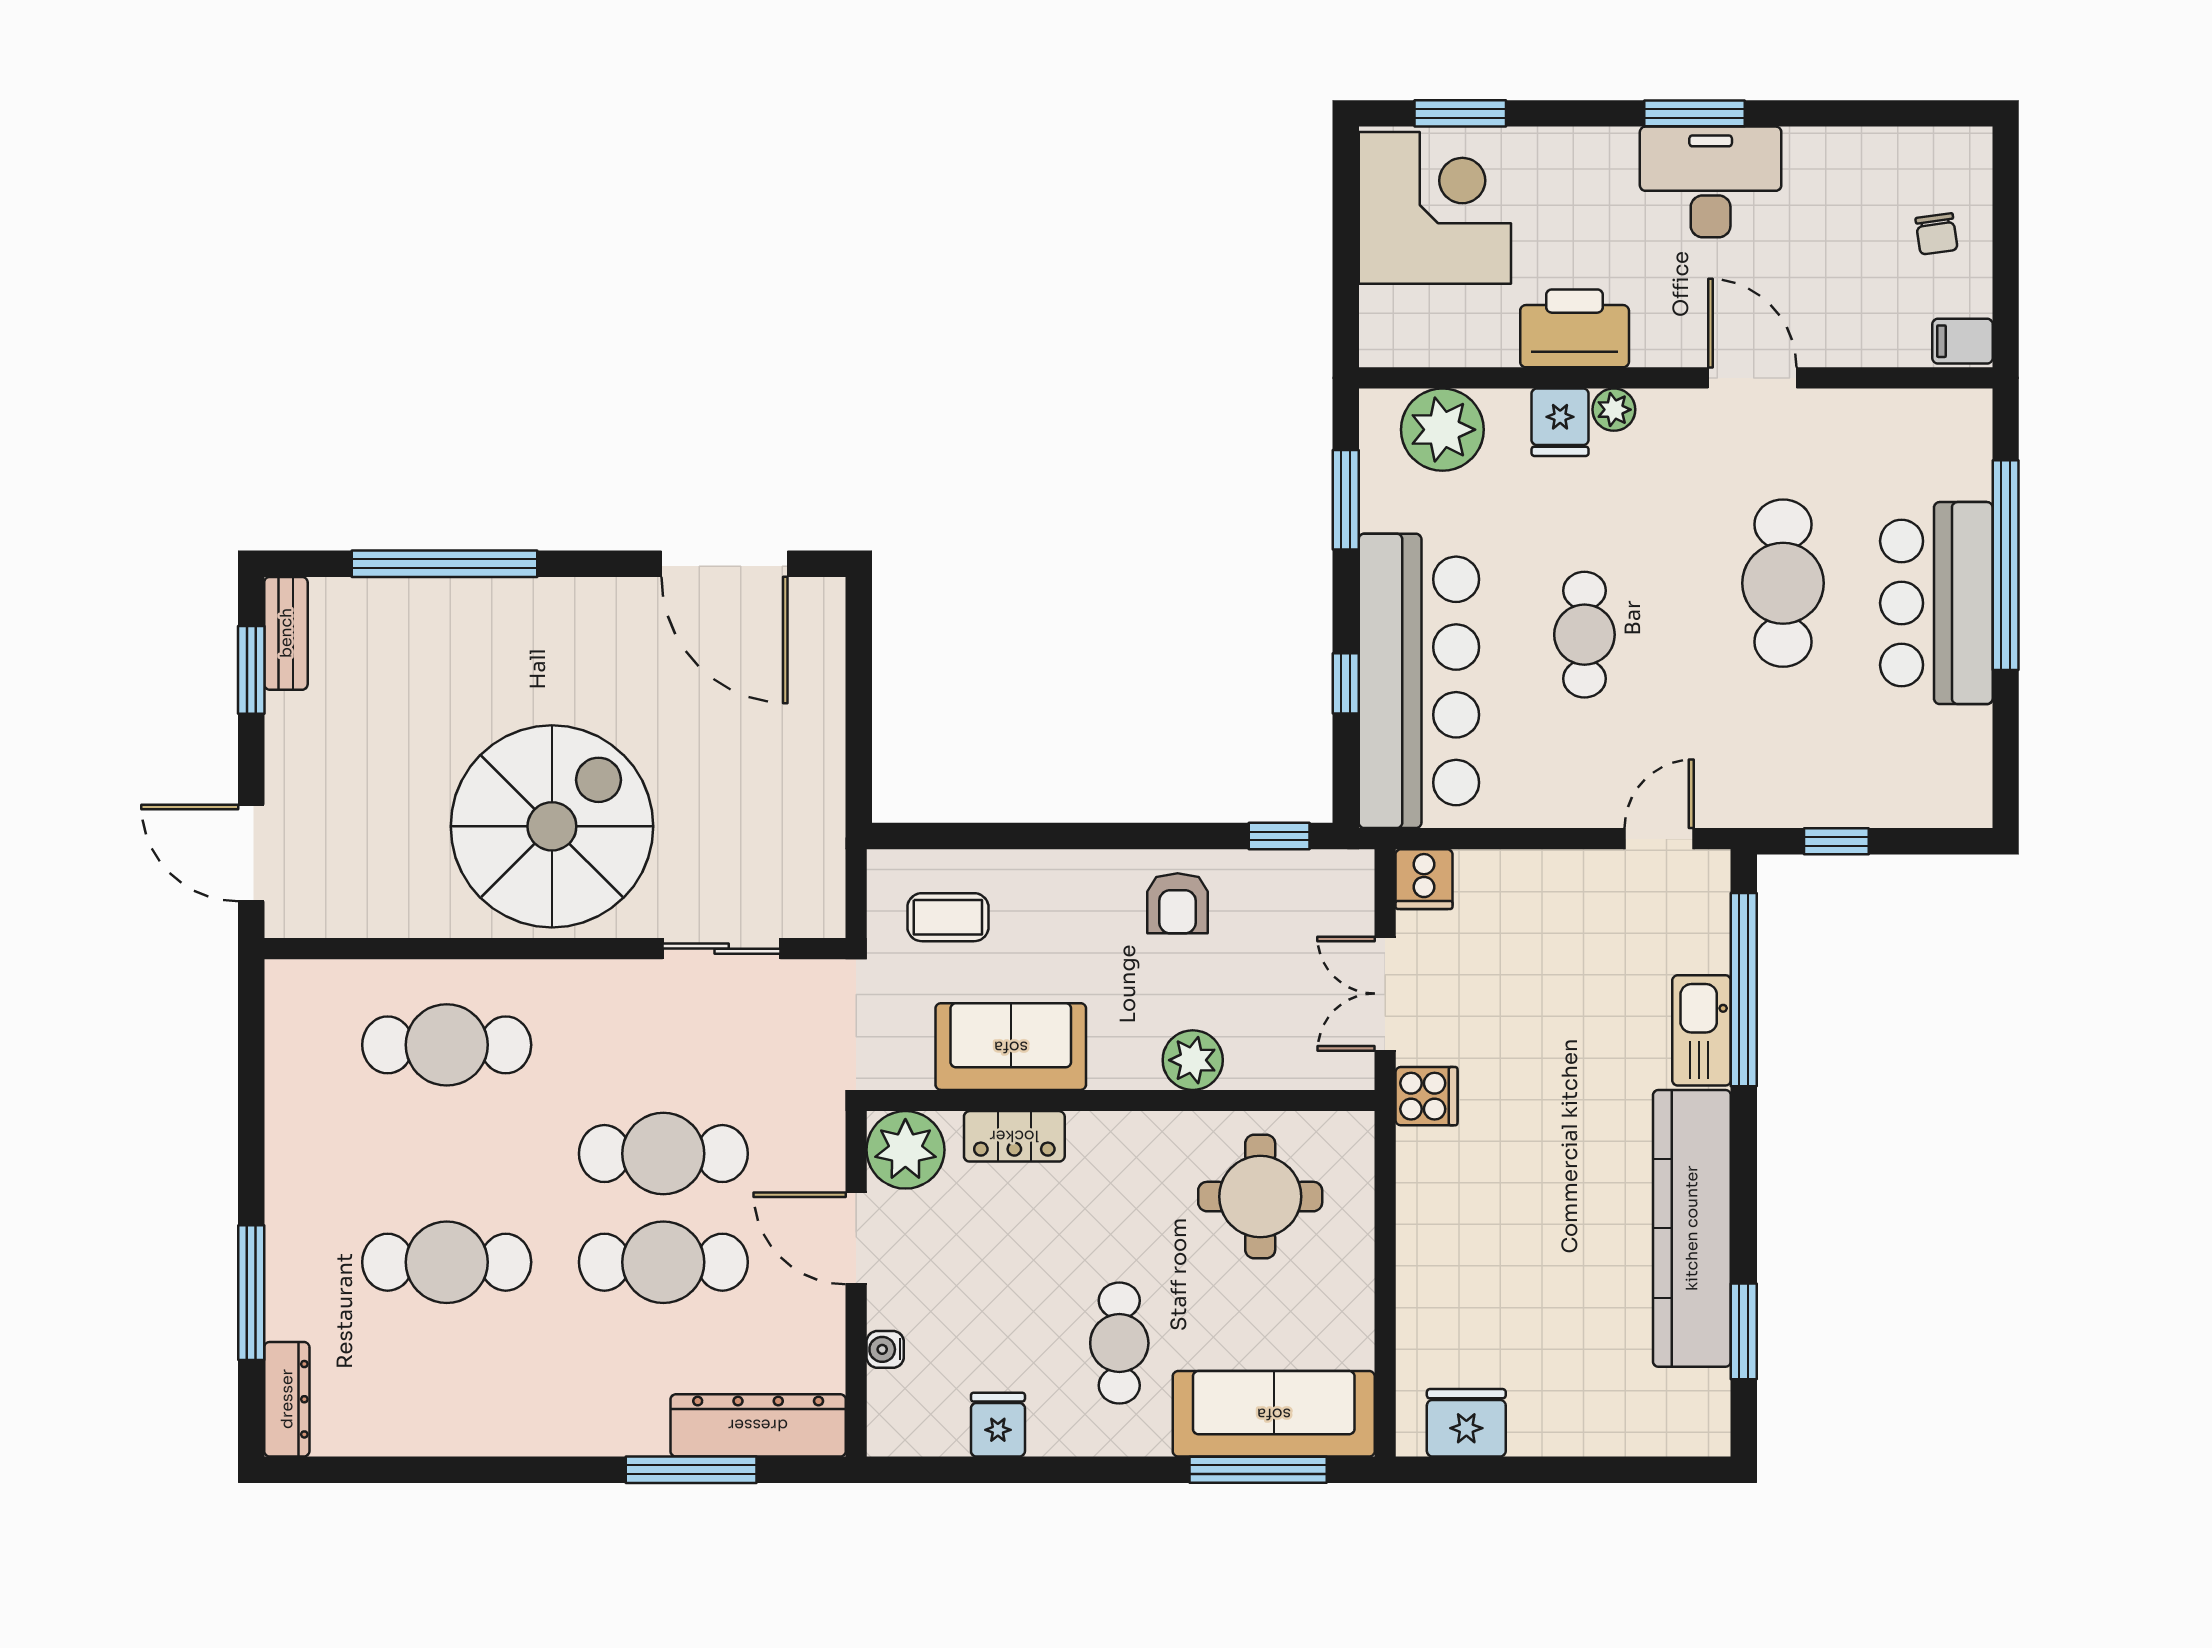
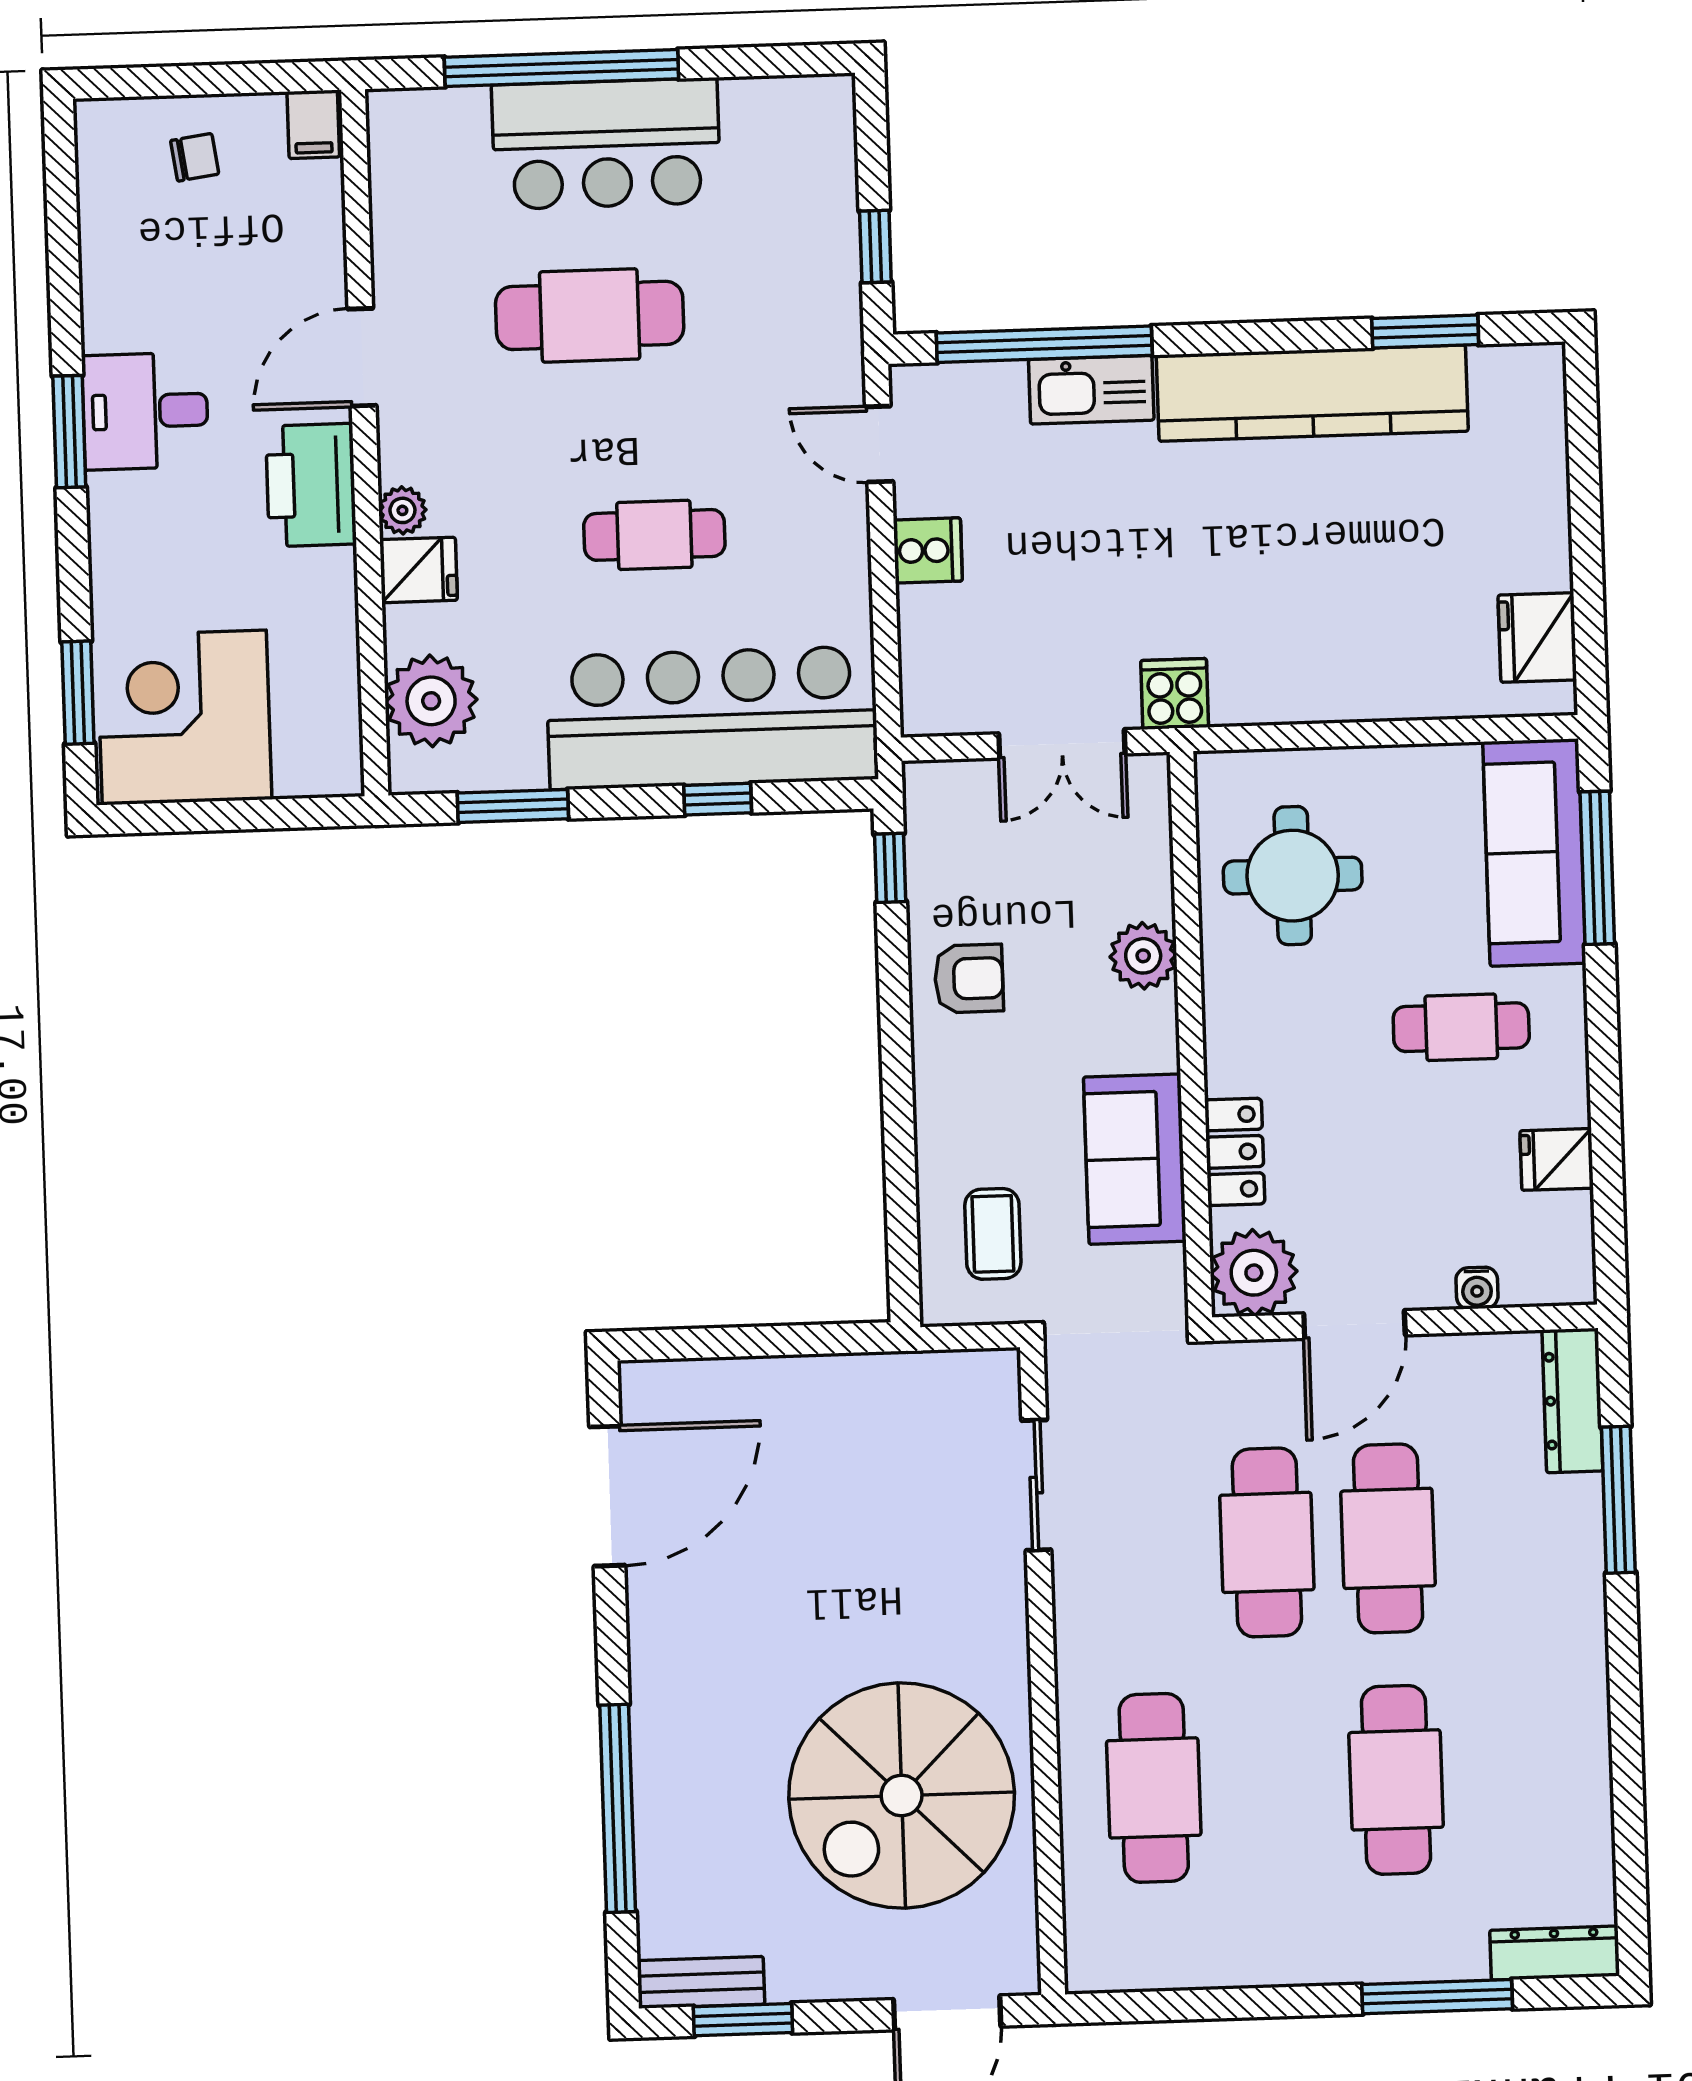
desk: (1711, 182) -> (145, 411), width x0.73
printer: (1575, 328) -> (311, 485), moved
spiral stairs: (552, 826) -> (902, 1795), moved, turned -90
cooker: (1424, 879) -> (928, 550), moved
dresser: (758, 1425) -> (1572, 1400), width x0.73, depth x0.80

